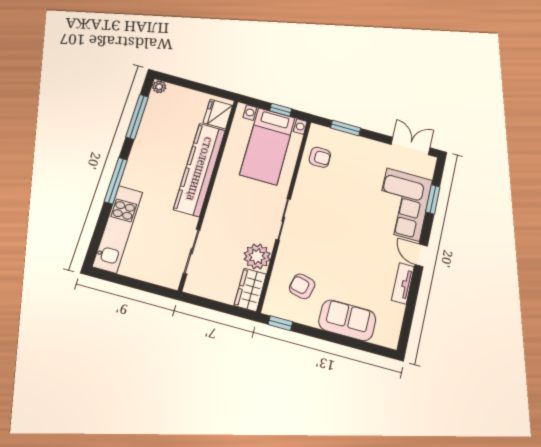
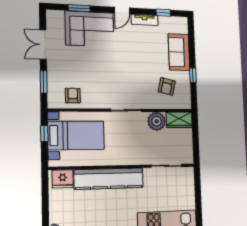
double door: (411, 146) -> (43, 45), moved
window: (409, 314) -> (163, 13), added
window: (280, 323) -> (193, 75), moved

